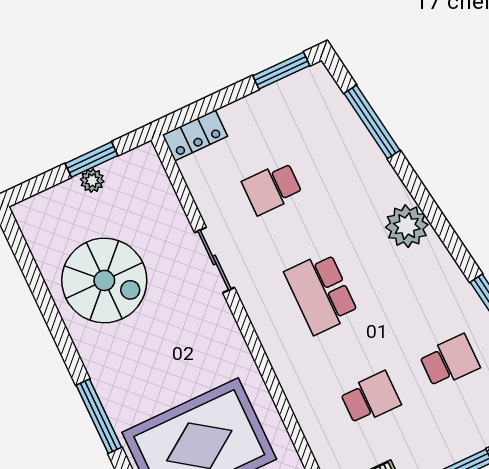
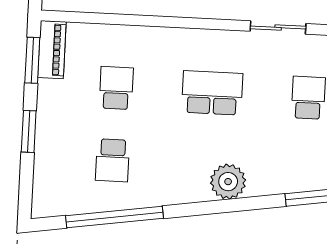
school desk: (370, 398) -> (116, 88), turned 180

